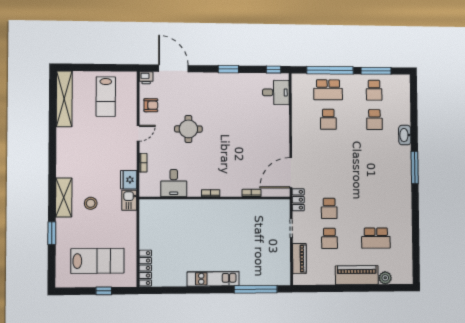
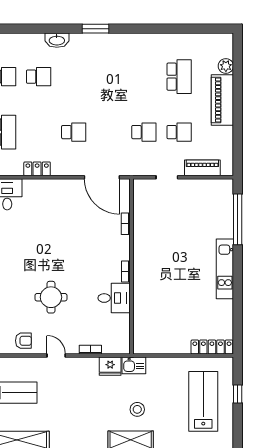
armchair: (151, 105) -> (23, 341), turned 90
school desk: (328, 119) -> (74, 132), moved
window: (415, 167) -> (95, 29), width x0.69
desk: (174, 183) -> (114, 298), moved
locker: (298, 200) -> (37, 169), moved

